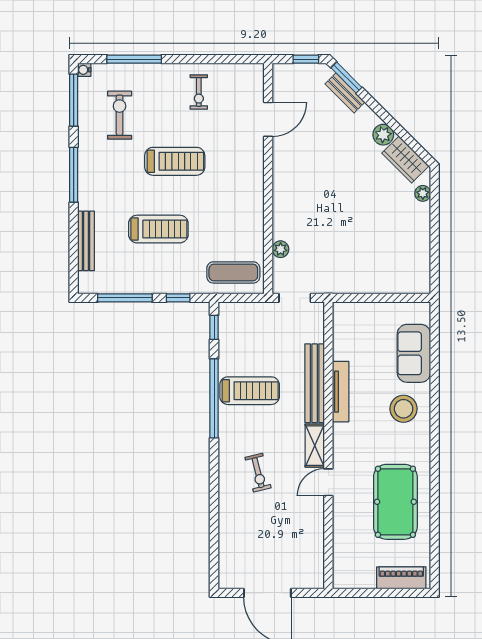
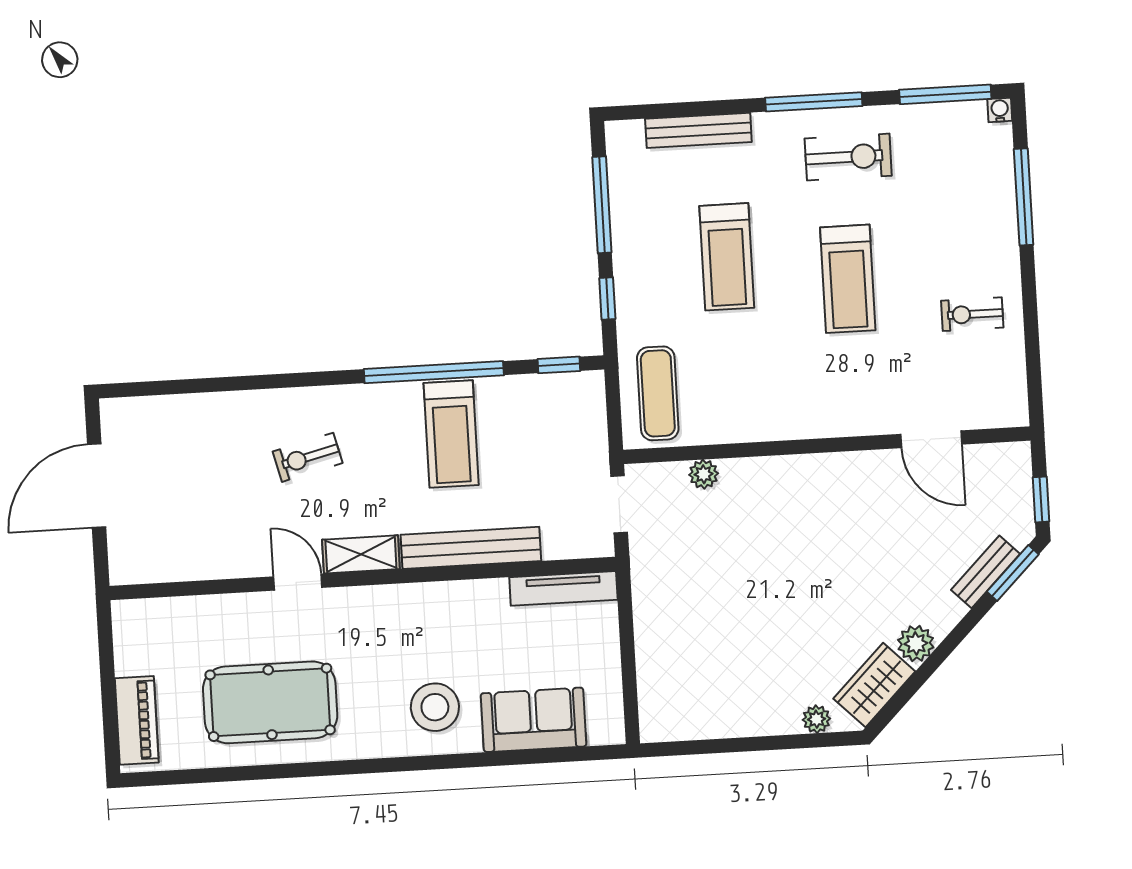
exercise bike: (120, 115) -> (848, 157), moved
tv unit: (341, 392) -> (563, 588), moved

